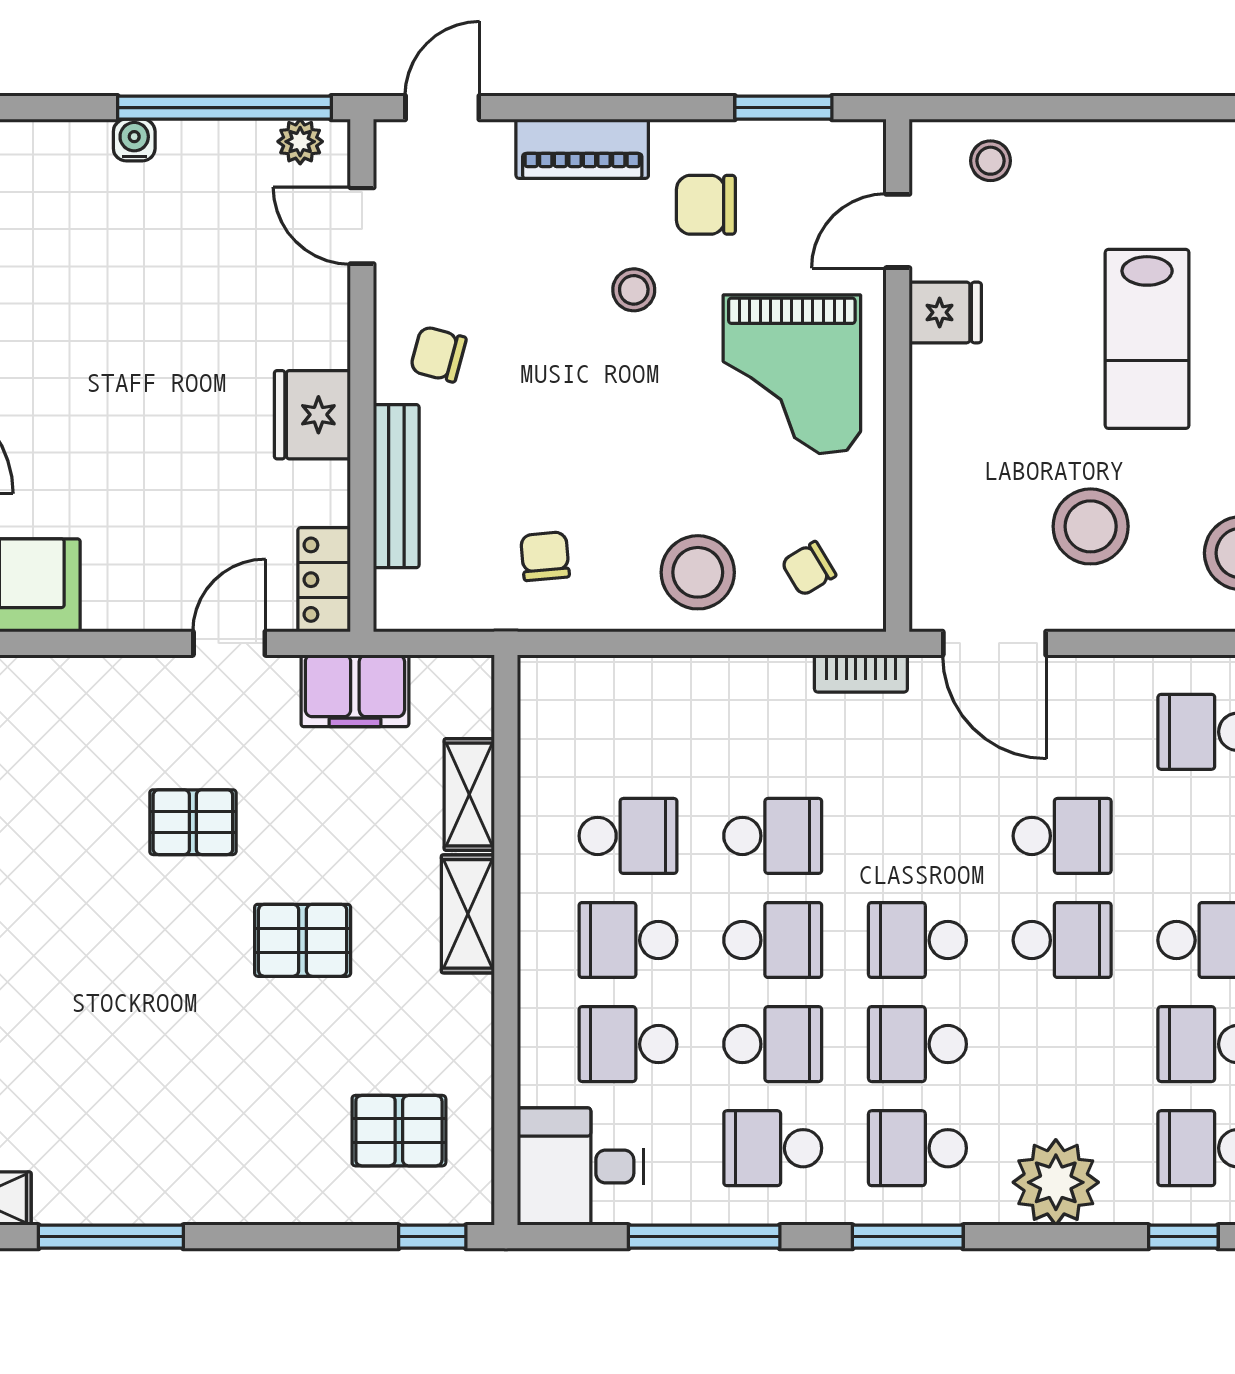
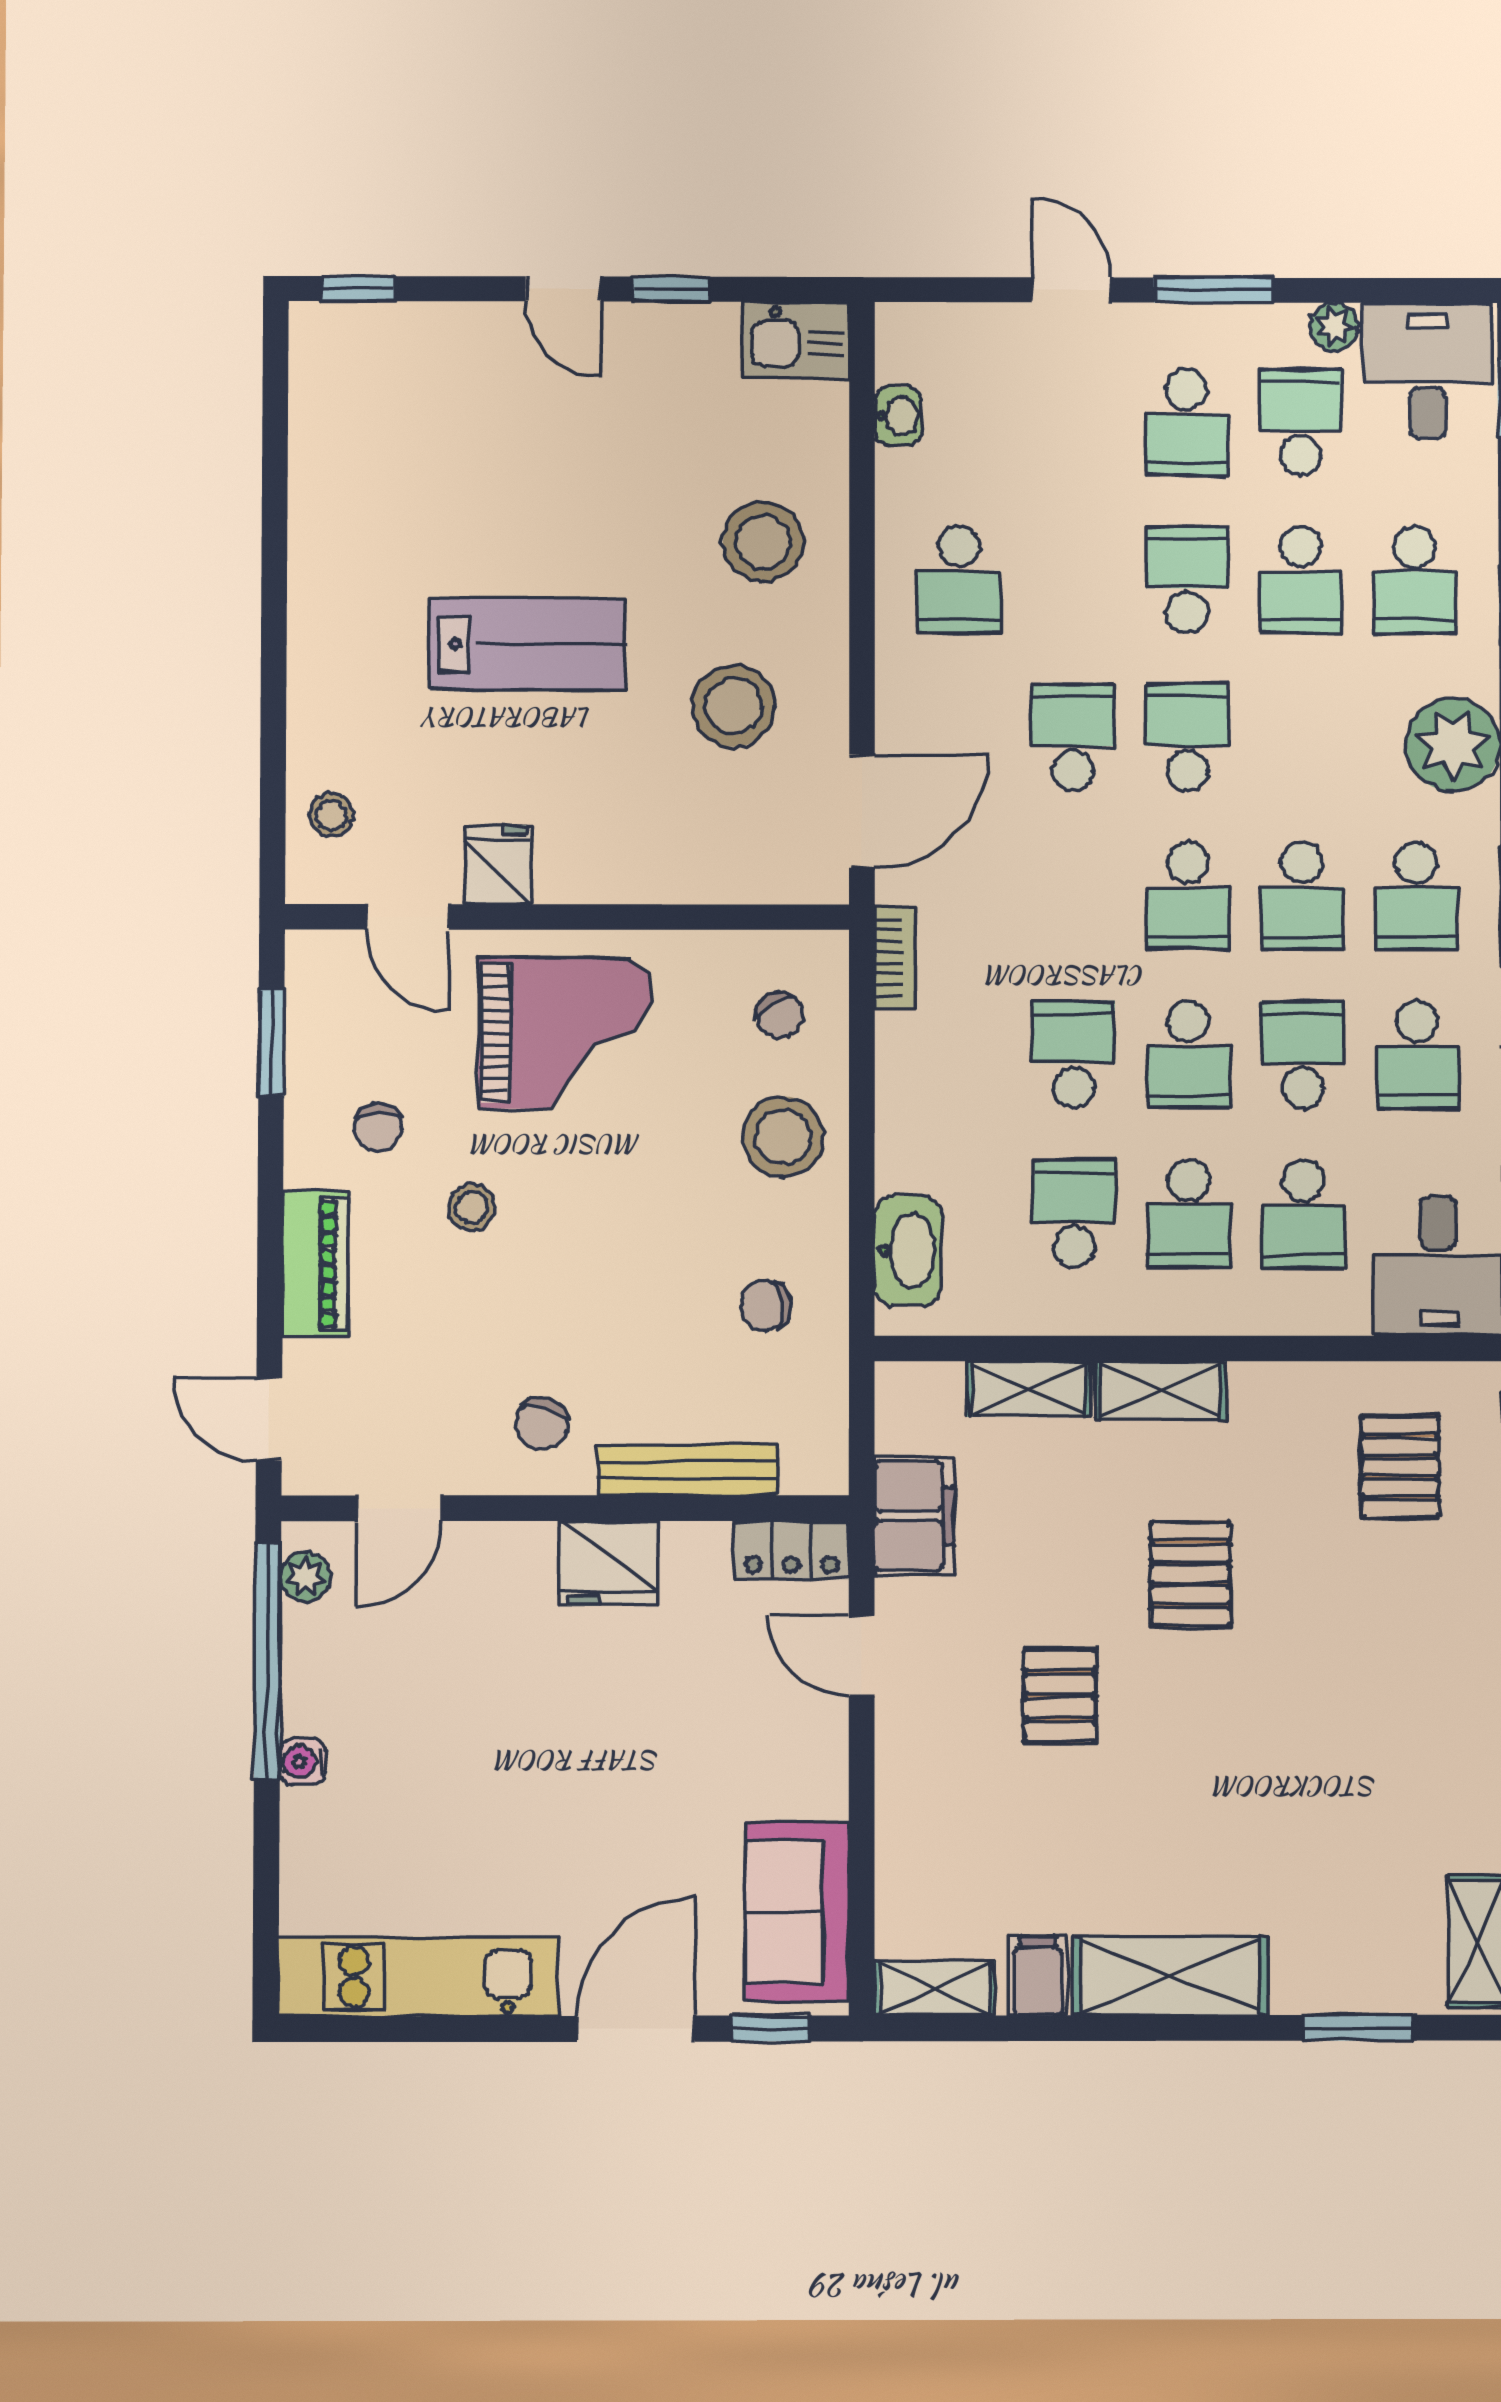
chair: (706, 205) -> (378, 1128), width x0.73, depth x0.73
washbasin: (595, 685) -> (908, 1251), added
school desk: (773, 940) -> (1188, 1054), turned 180

